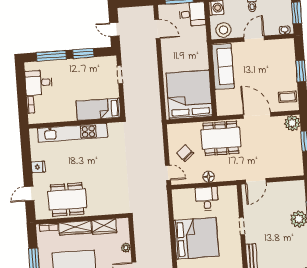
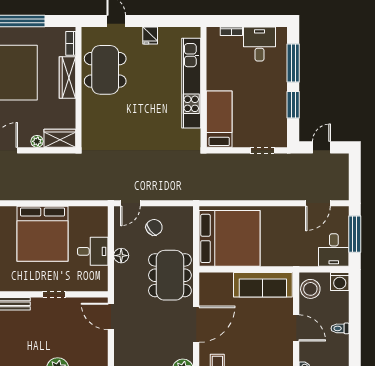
wardrobe: (104, 227) -> (60, 138), moved, turned 90

